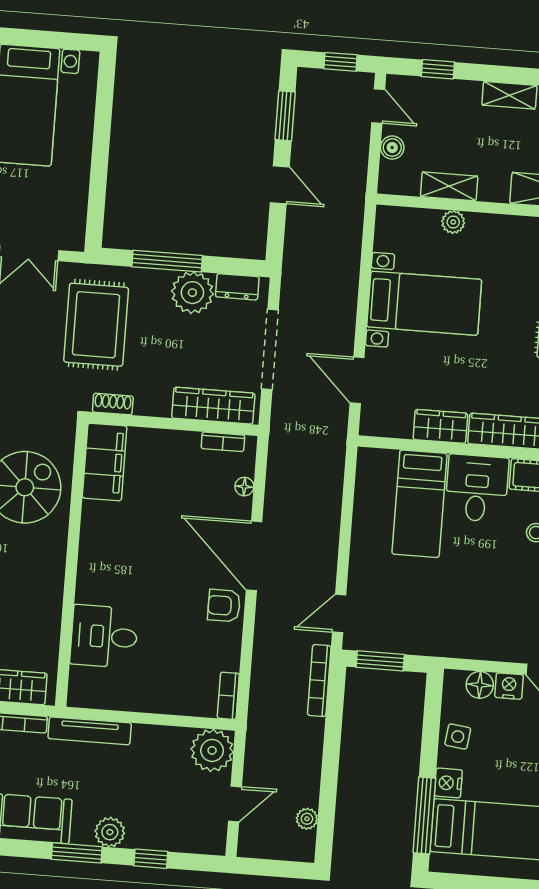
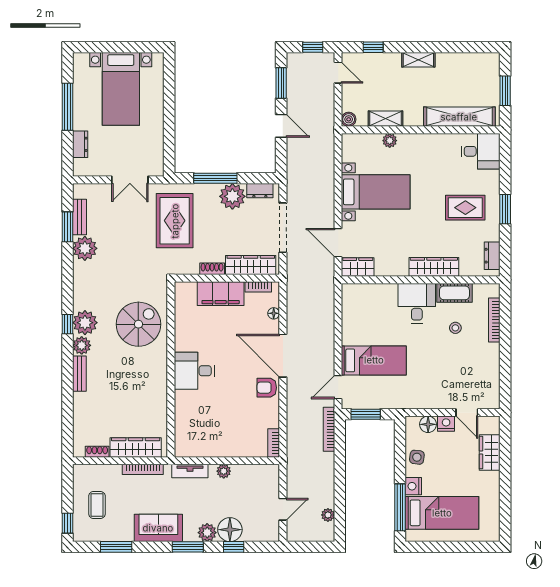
boiler: (392, 148) -> (349, 119), moved
shoe rack: (113, 404) -> (212, 269), moved
wardrobe: (440, 426) -> (358, 267), moved
filing cabinet: (105, 462) -> (221, 294), moved, turned 90
bed: (419, 504) -> (374, 360), moved, turned -90
desk: (104, 636) -> (194, 371), moved
tv unit: (90, 731) -> (190, 471), width x0.71
plant: (212, 750) -> (224, 471), moved, width x0.53, depth x0.53
floor lamp: (147, 830) -> (230, 530), added

